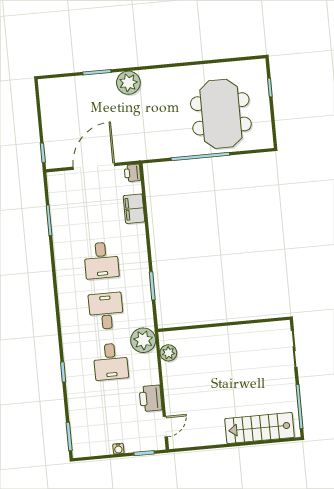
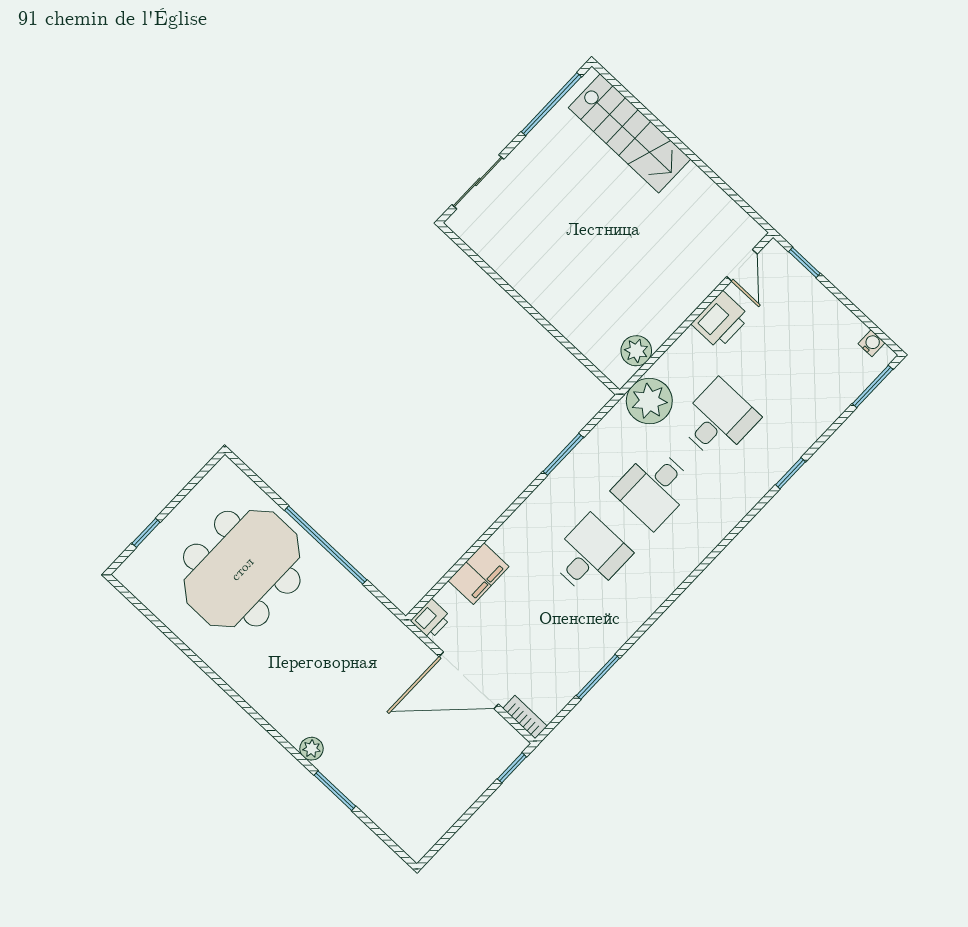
plant: (128, 83) -> (311, 749), width x0.53, depth x0.53
bookcase: (59, 176) -> (525, 717), added
door: (165, 427) -> (742, 265), swing flipped
water cooler: (118, 449) -> (872, 343), moved

